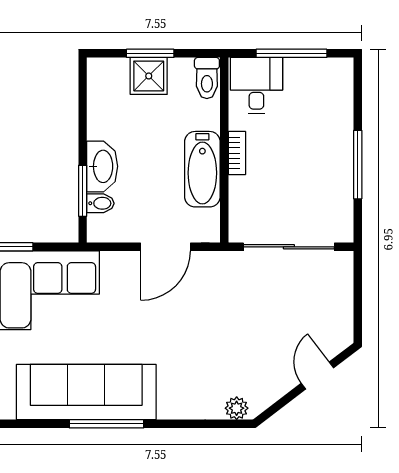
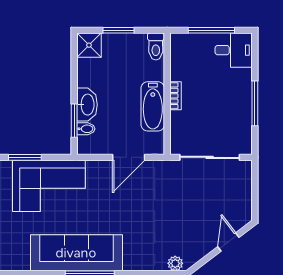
shower: (149, 76) -> (89, 45), moved
desk: (256, 86) -> (234, 50), moved, turned 90

